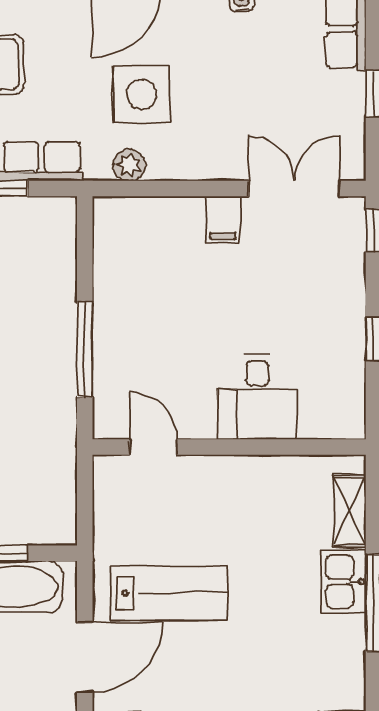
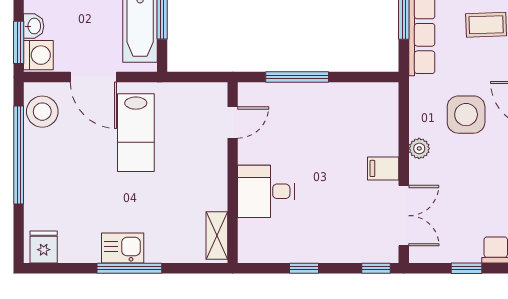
plant: (129, 165) -> (419, 148), moved
shelving: (350, 511) -> (217, 236), moved, turned 90
kitchen sink: (343, 582) -> (123, 248), moved

